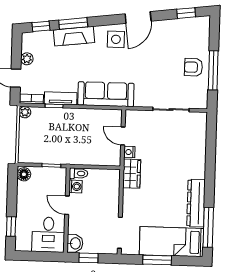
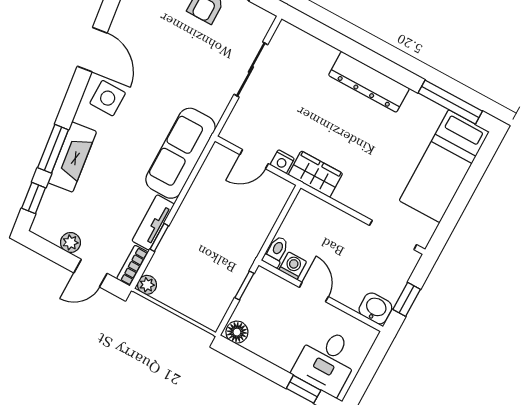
dresser: (196, 203) -> (369, 82), moved
door: (67, 205) -> (314, 292), swing flipped
desk: (48, 235) -> (327, 361), moved, turned 90
window: (157, 260) -> (460, 201), removed

